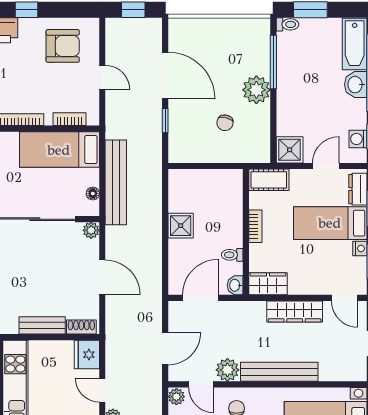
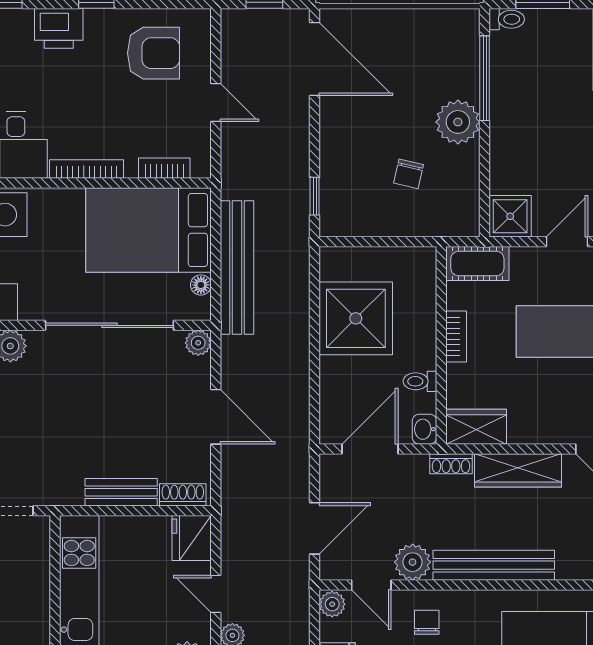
door: (165, 75) -> (315, 59), moved
window: (165, 121) -> (315, 196), moved
bed: (59, 150) -> (148, 230), width x1.50
shower: (181, 226) -> (356, 318), width x1.86, depth x1.86
shoe rack: (252, 307) -> (451, 464), added

